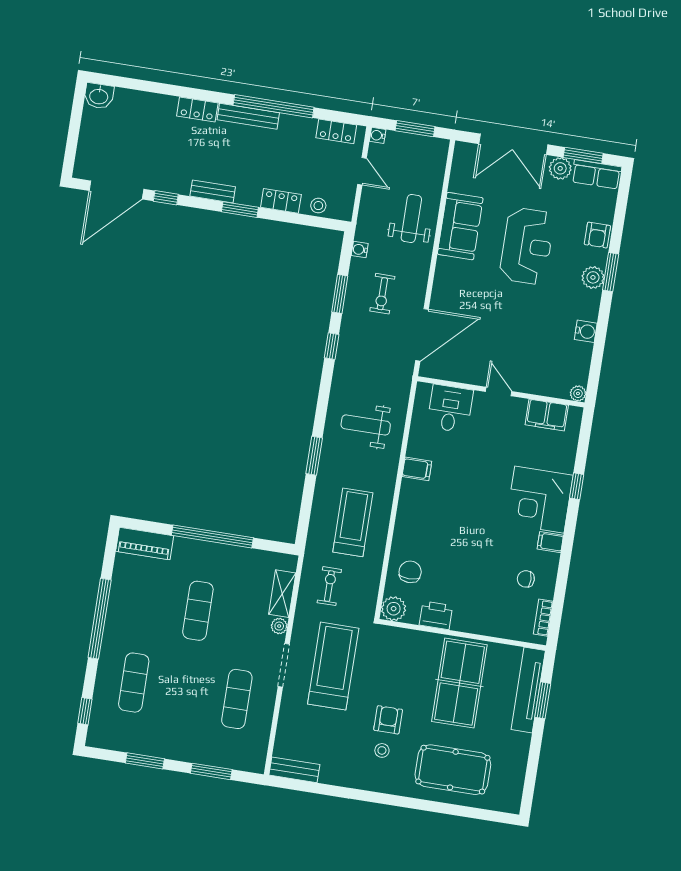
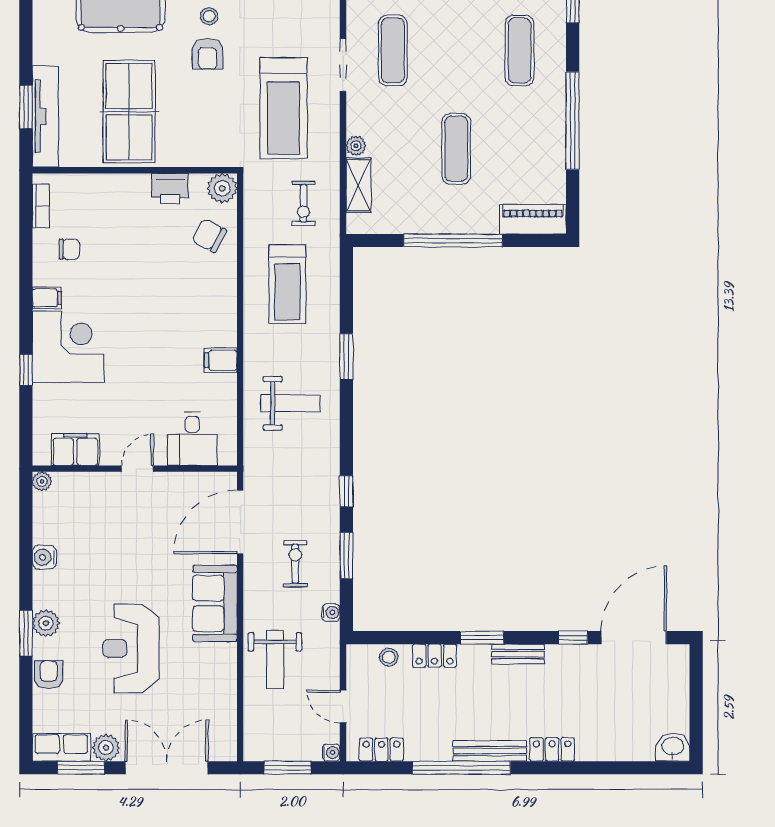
sofa: (460, 226) -> (215, 603), moved
door: (499, 391) -> (137, 469), swing flipped
chair: (410, 572) -> (209, 236), turned 118
doorway: (284, 665) -> (343, 65), moved

